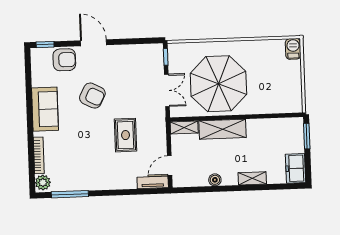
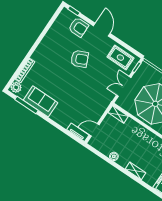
double door: (167, 90) -> (124, 86), swing flipped
armchair: (92, 96) -> (80, 59), turned -51
sofa: (45, 109) -> (41, 101), moved, turned -90
shelving: (222, 129) -> (139, 131), removed
rug: (125, 135) -> (120, 58), moved, turned 90

